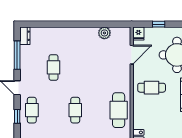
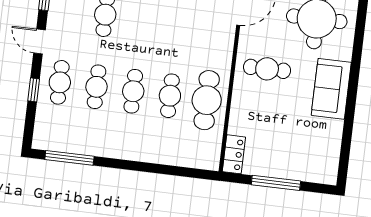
cafe table: (54, 110) -> (97, 87), added
cafe table: (97, 110) -> (170, 96), added

